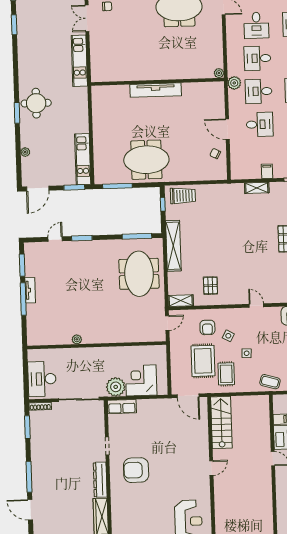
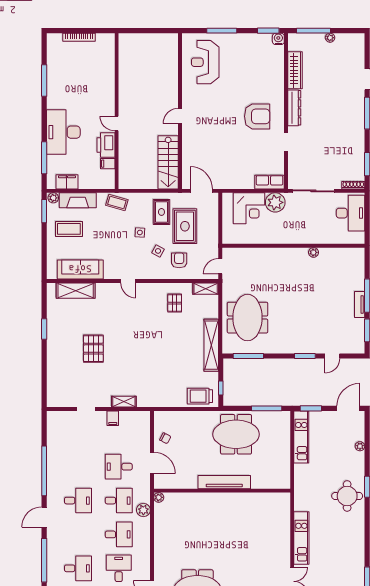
plant: (219, 73) -> (159, 497), moved
wall: (157, 82) -> (222, 491), moved
tv unit: (156, 90) -> (224, 482), moved

